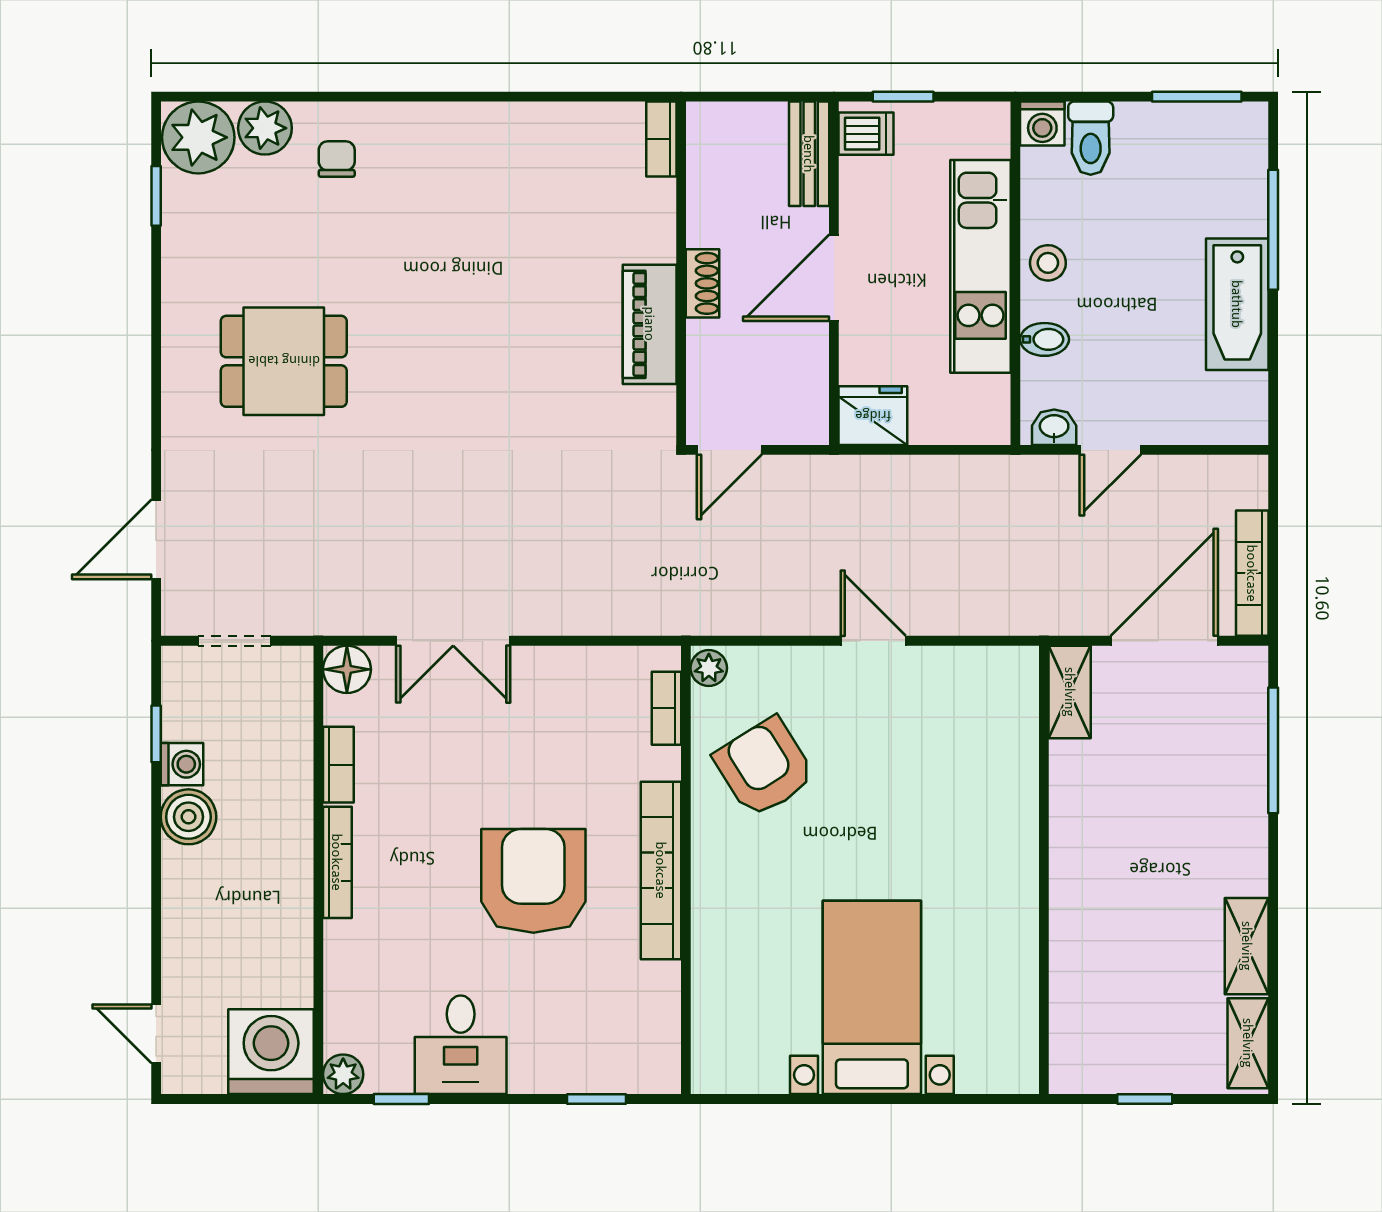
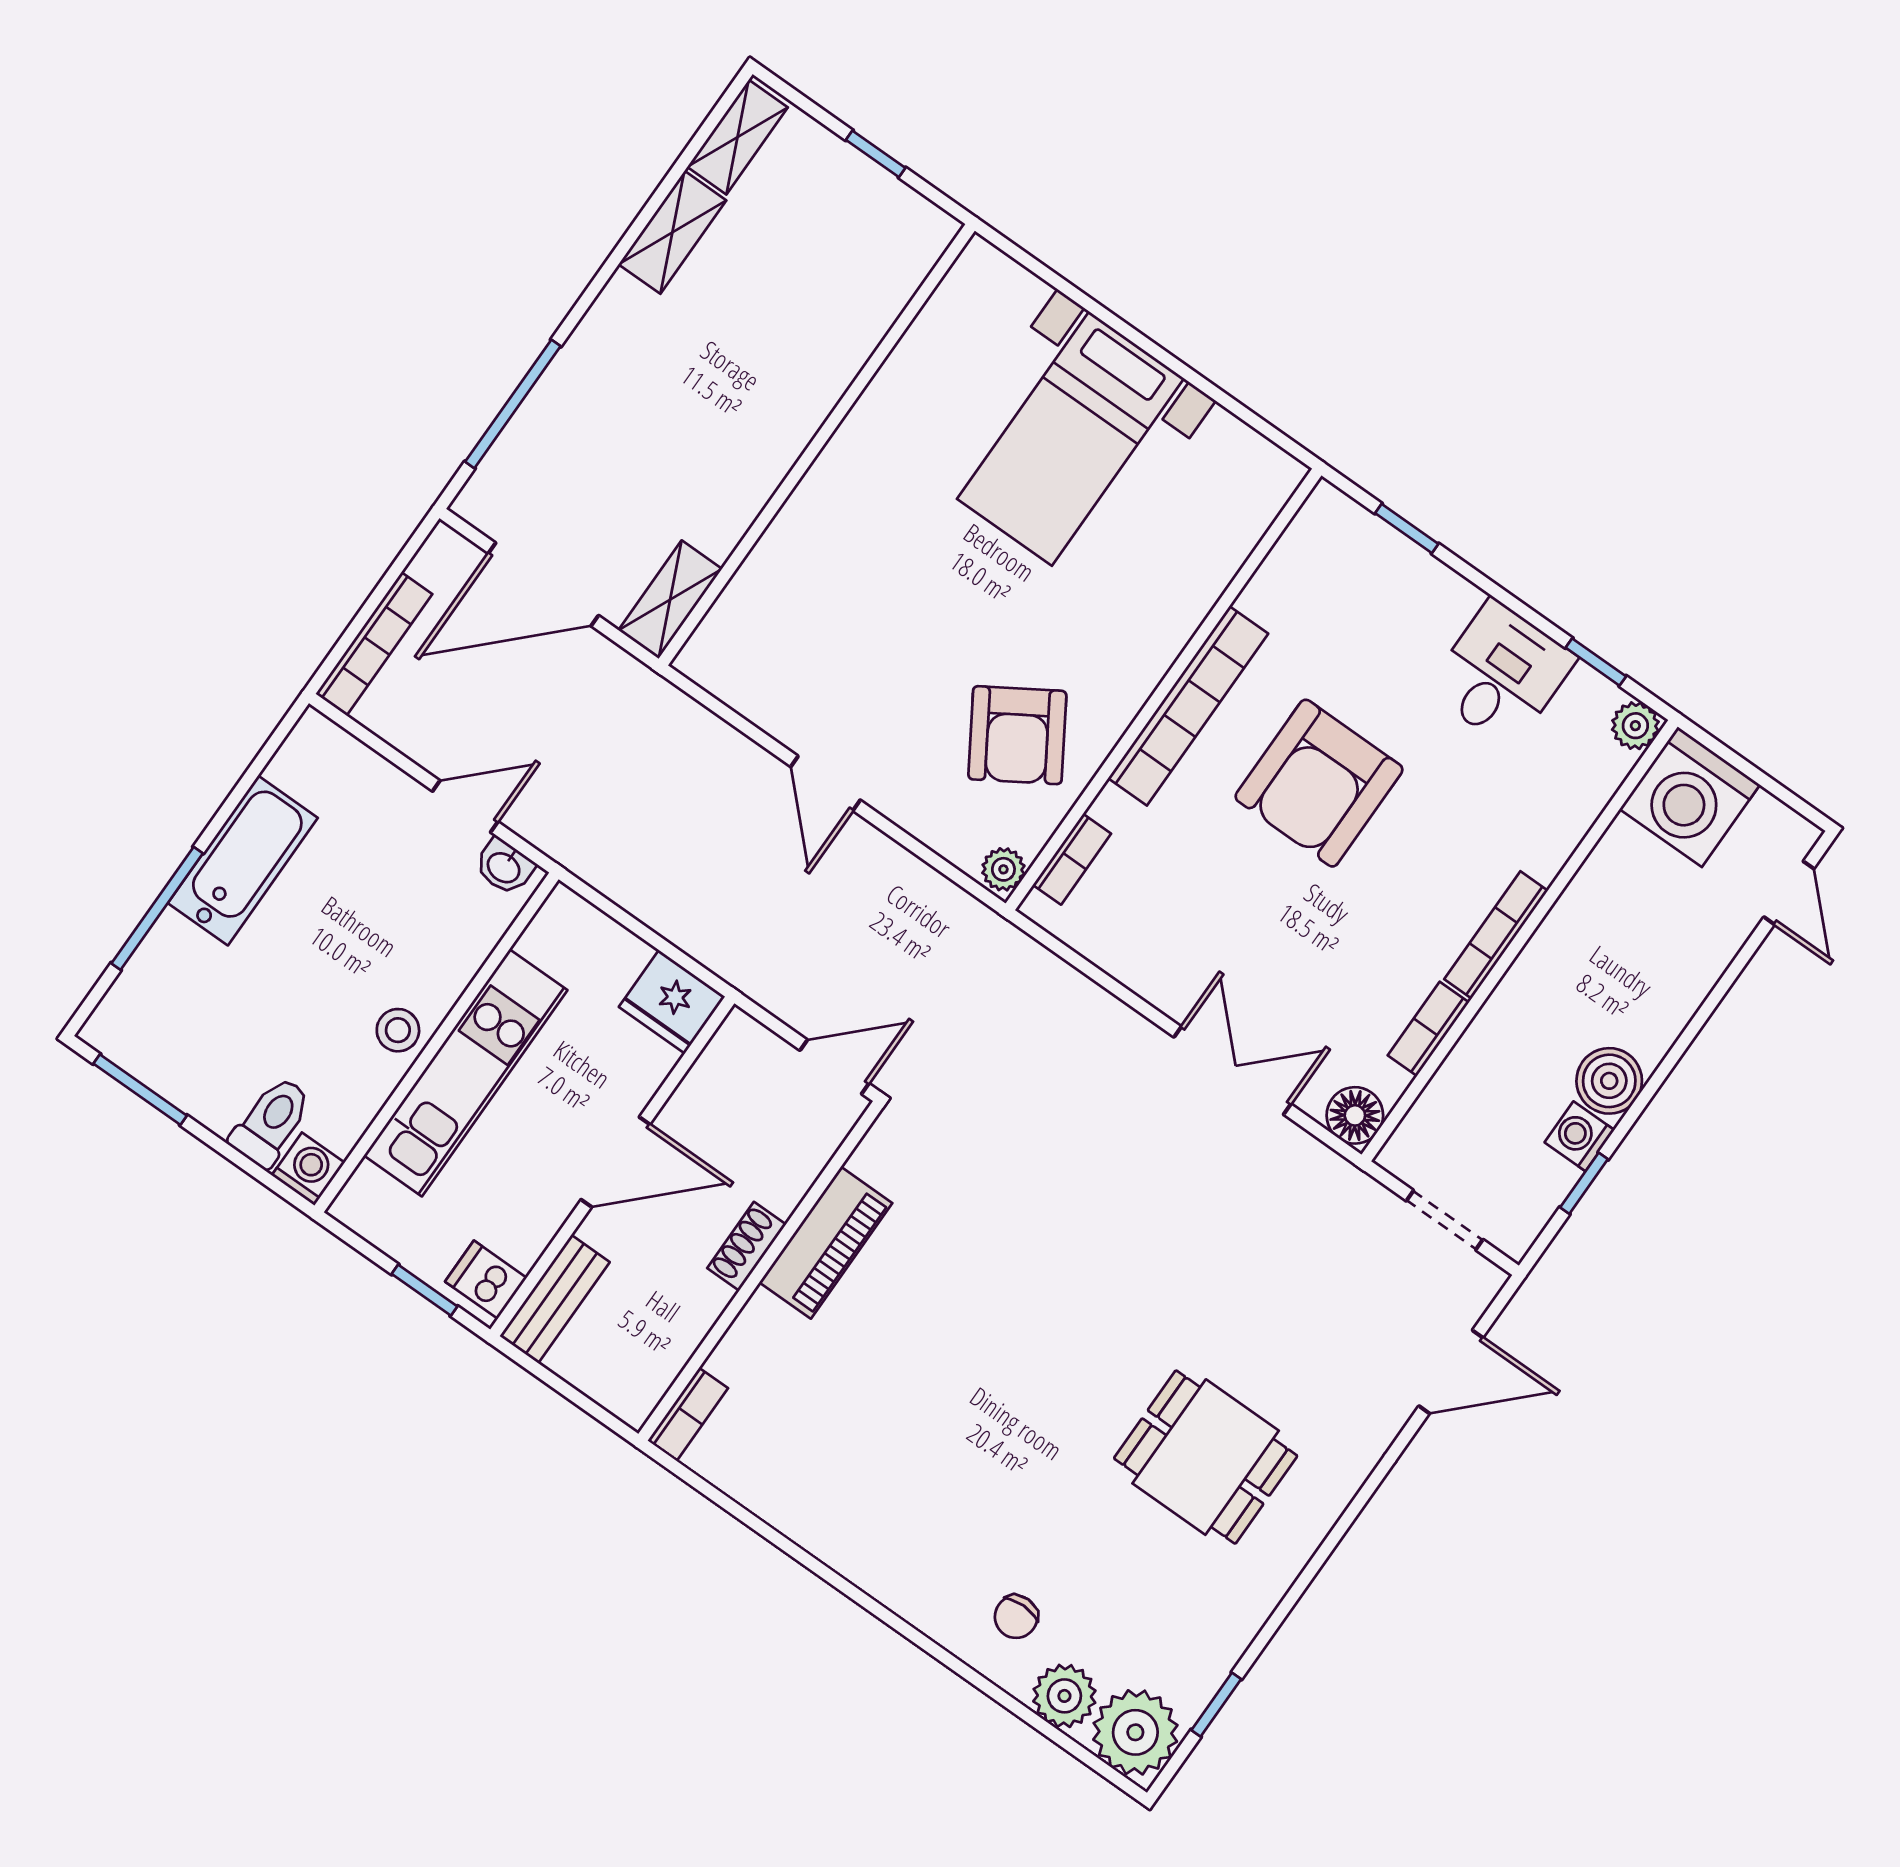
bidet: (1044, 339) -> (454, 958), removed
bookcase: (1252, 573) -> (374, 644), moved

